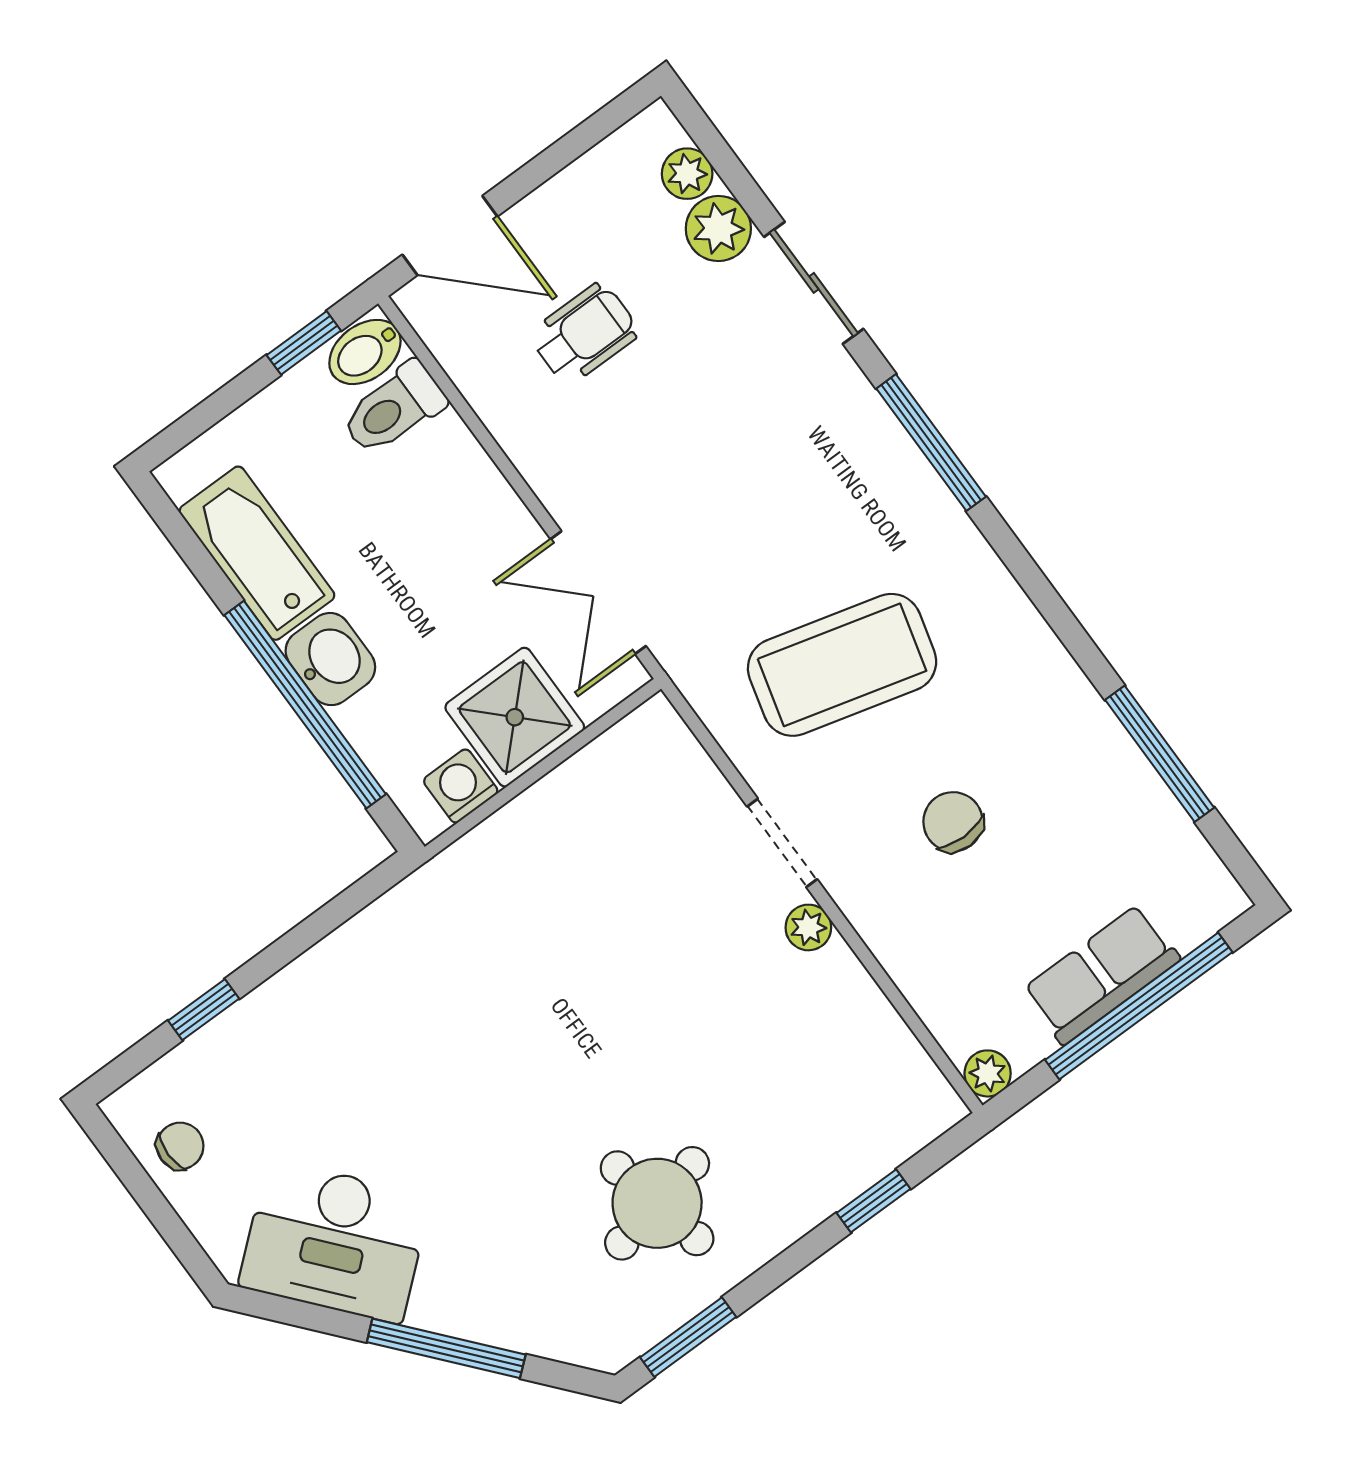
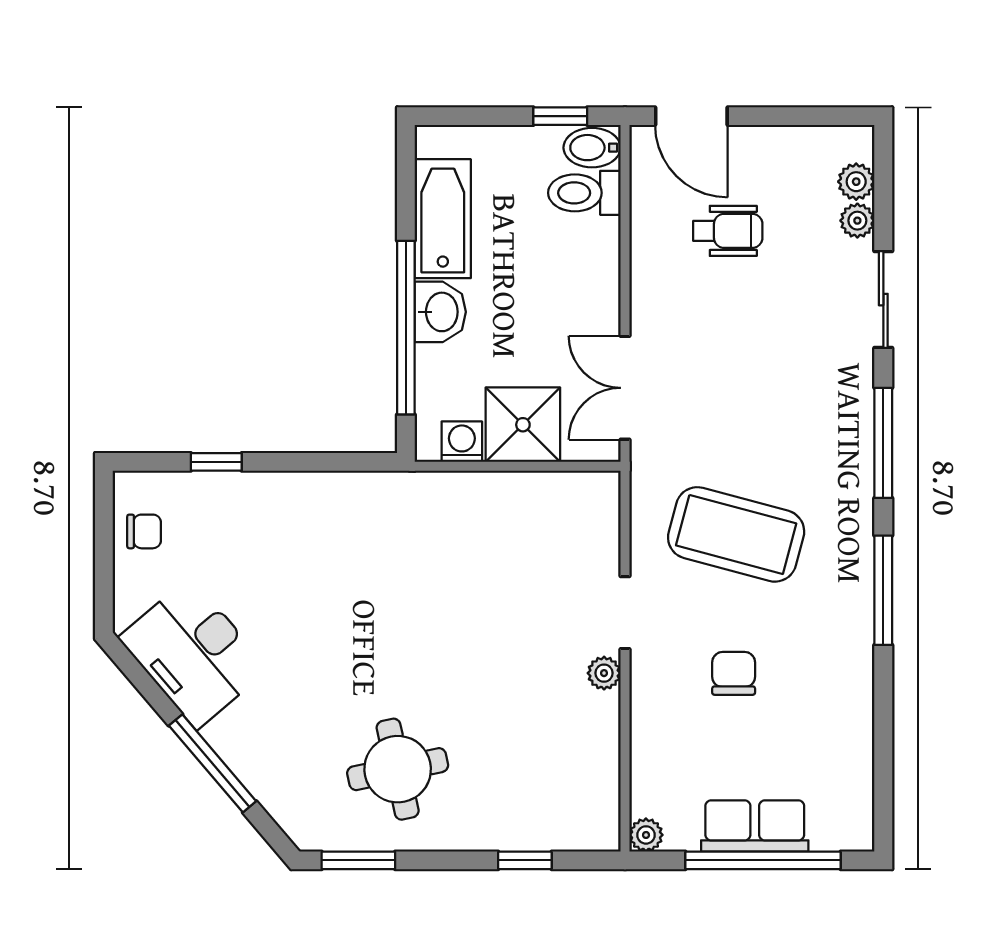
plant: (718, 229) -> (857, 221), width x0.73, depth x0.73
window: (1160, 754) -> (883, 590), moved

